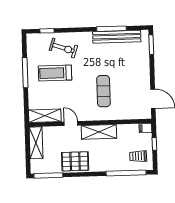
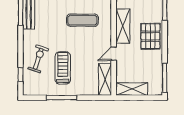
treadmill: (55, 73) -> (63, 68), turned 180
pallet: (75, 161) -> (150, 36), moved

